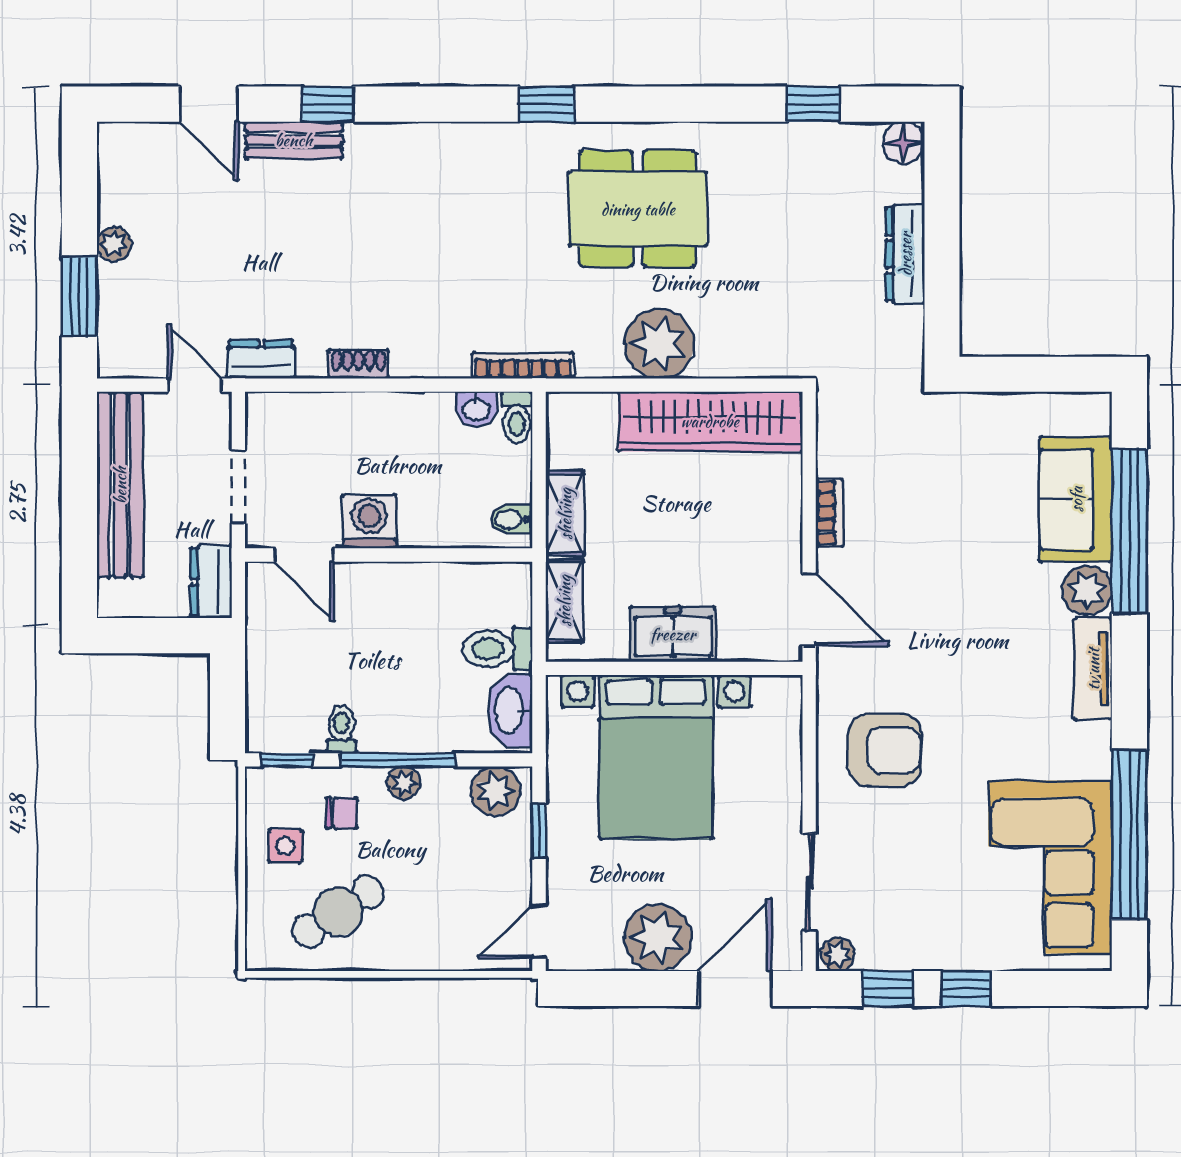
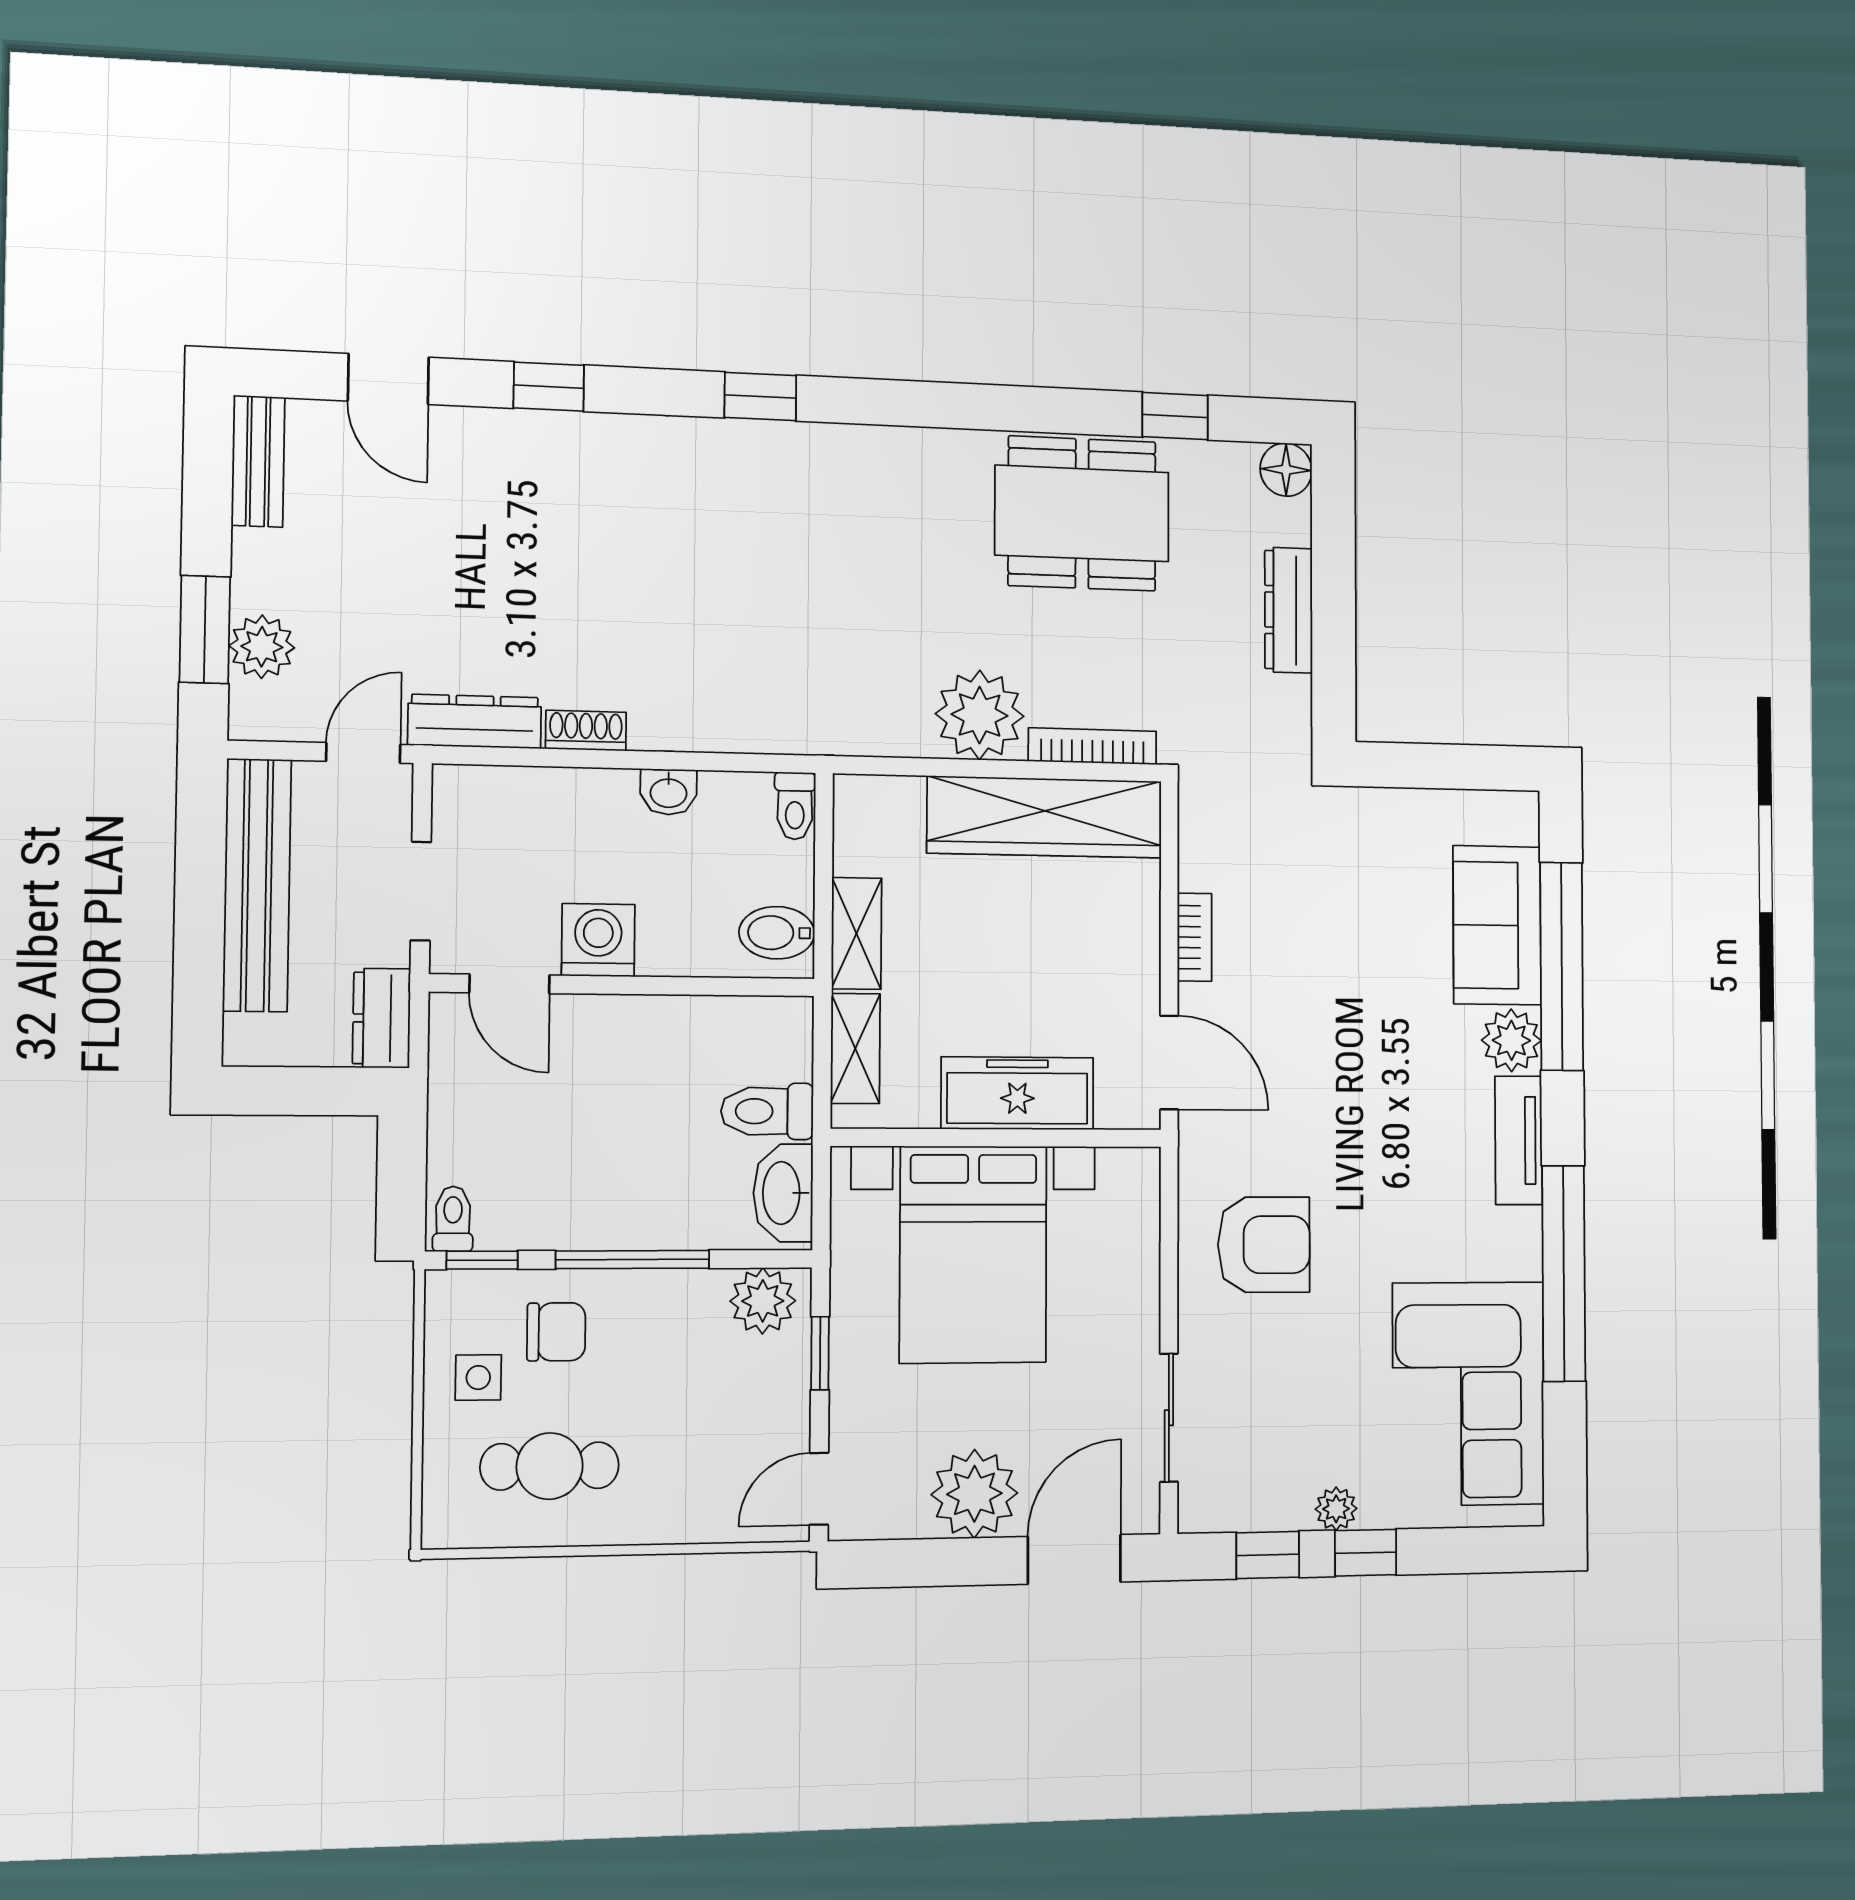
window: (547, 104) -> (760, 397), moved
bench: (294, 140) -> (258, 461), moved, turned 90
dining table: (638, 209) -> (1082, 514), moved
plant: (114, 244) -> (262, 647), moved, width x1.38, depth x1.38
dresser: (261, 359) -> (475, 721), width x1.44
bookcase: (523, 366) -> (1092, 746), moved
door: (195, 385) -> (363, 753), hinge flipped
washbasin: (476, 409) -> (669, 792), moved
bidet: (511, 519) -> (777, 933), width x1.38, depth x1.36
freezer: (673, 634) -> (1017, 1093), width x1.40
toilet: (342, 729) -> (453, 1219), moved
plant: (404, 783) -> (641, 1290), removed
chair: (342, 813) -> (556, 1332), width x1.37, depth x1.37
window: (1129, 835) -> (1564, 1273), moved
cafe table: (338, 912) -> (550, 1466), turned 33
plant: (838, 954) -> (1336, 1509), moved

